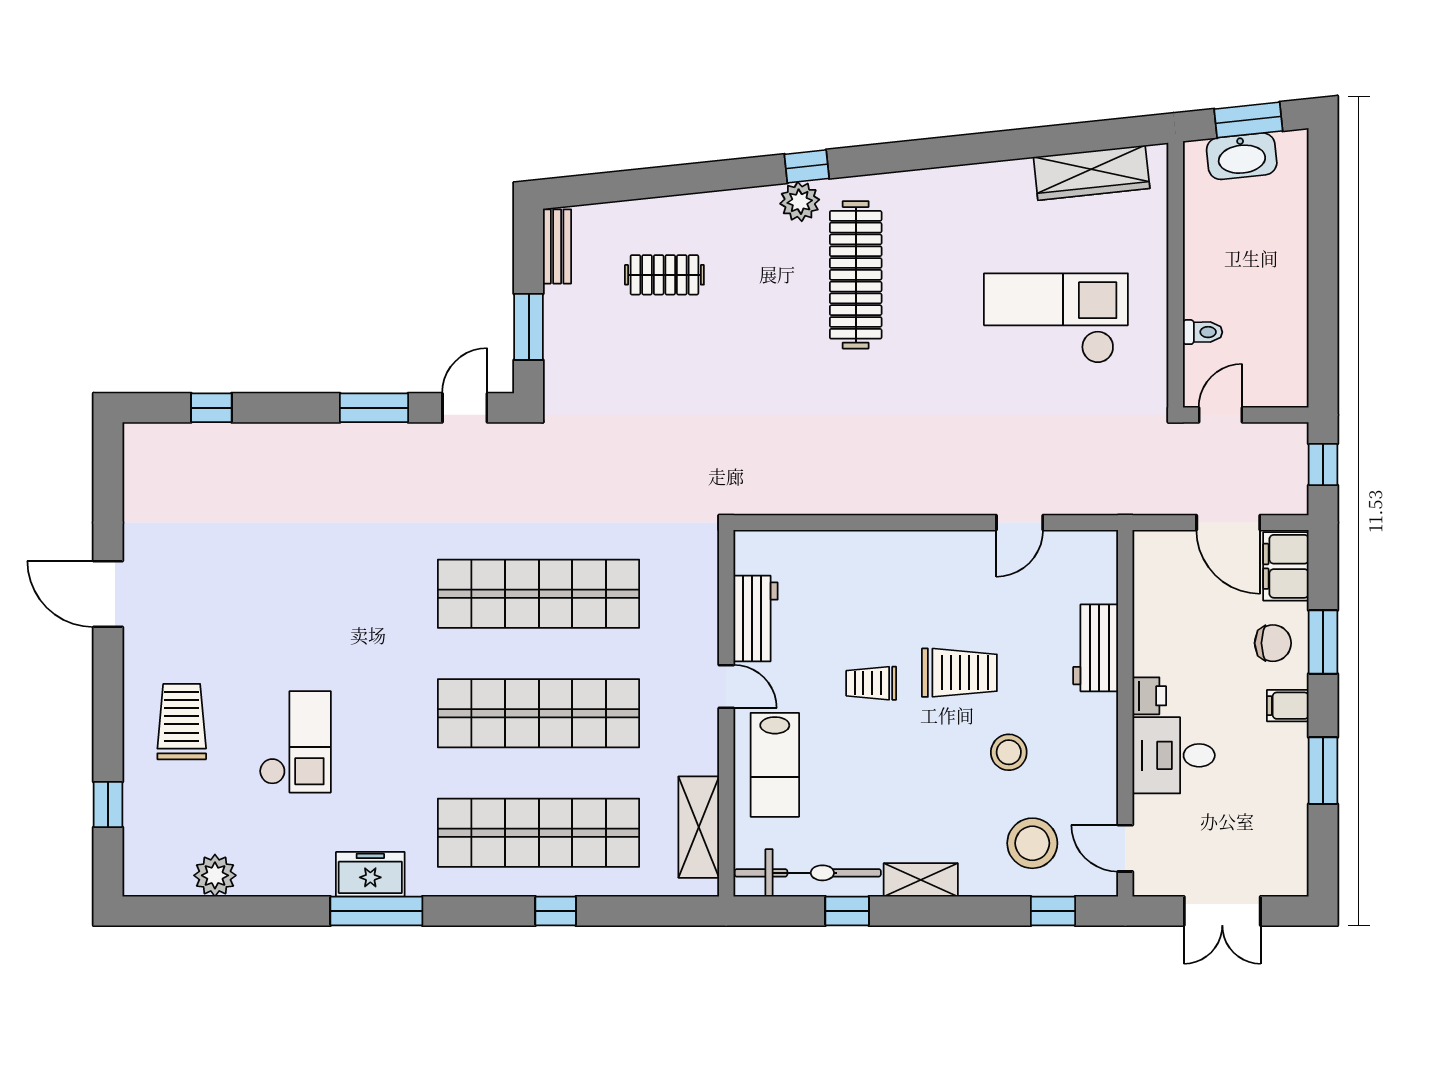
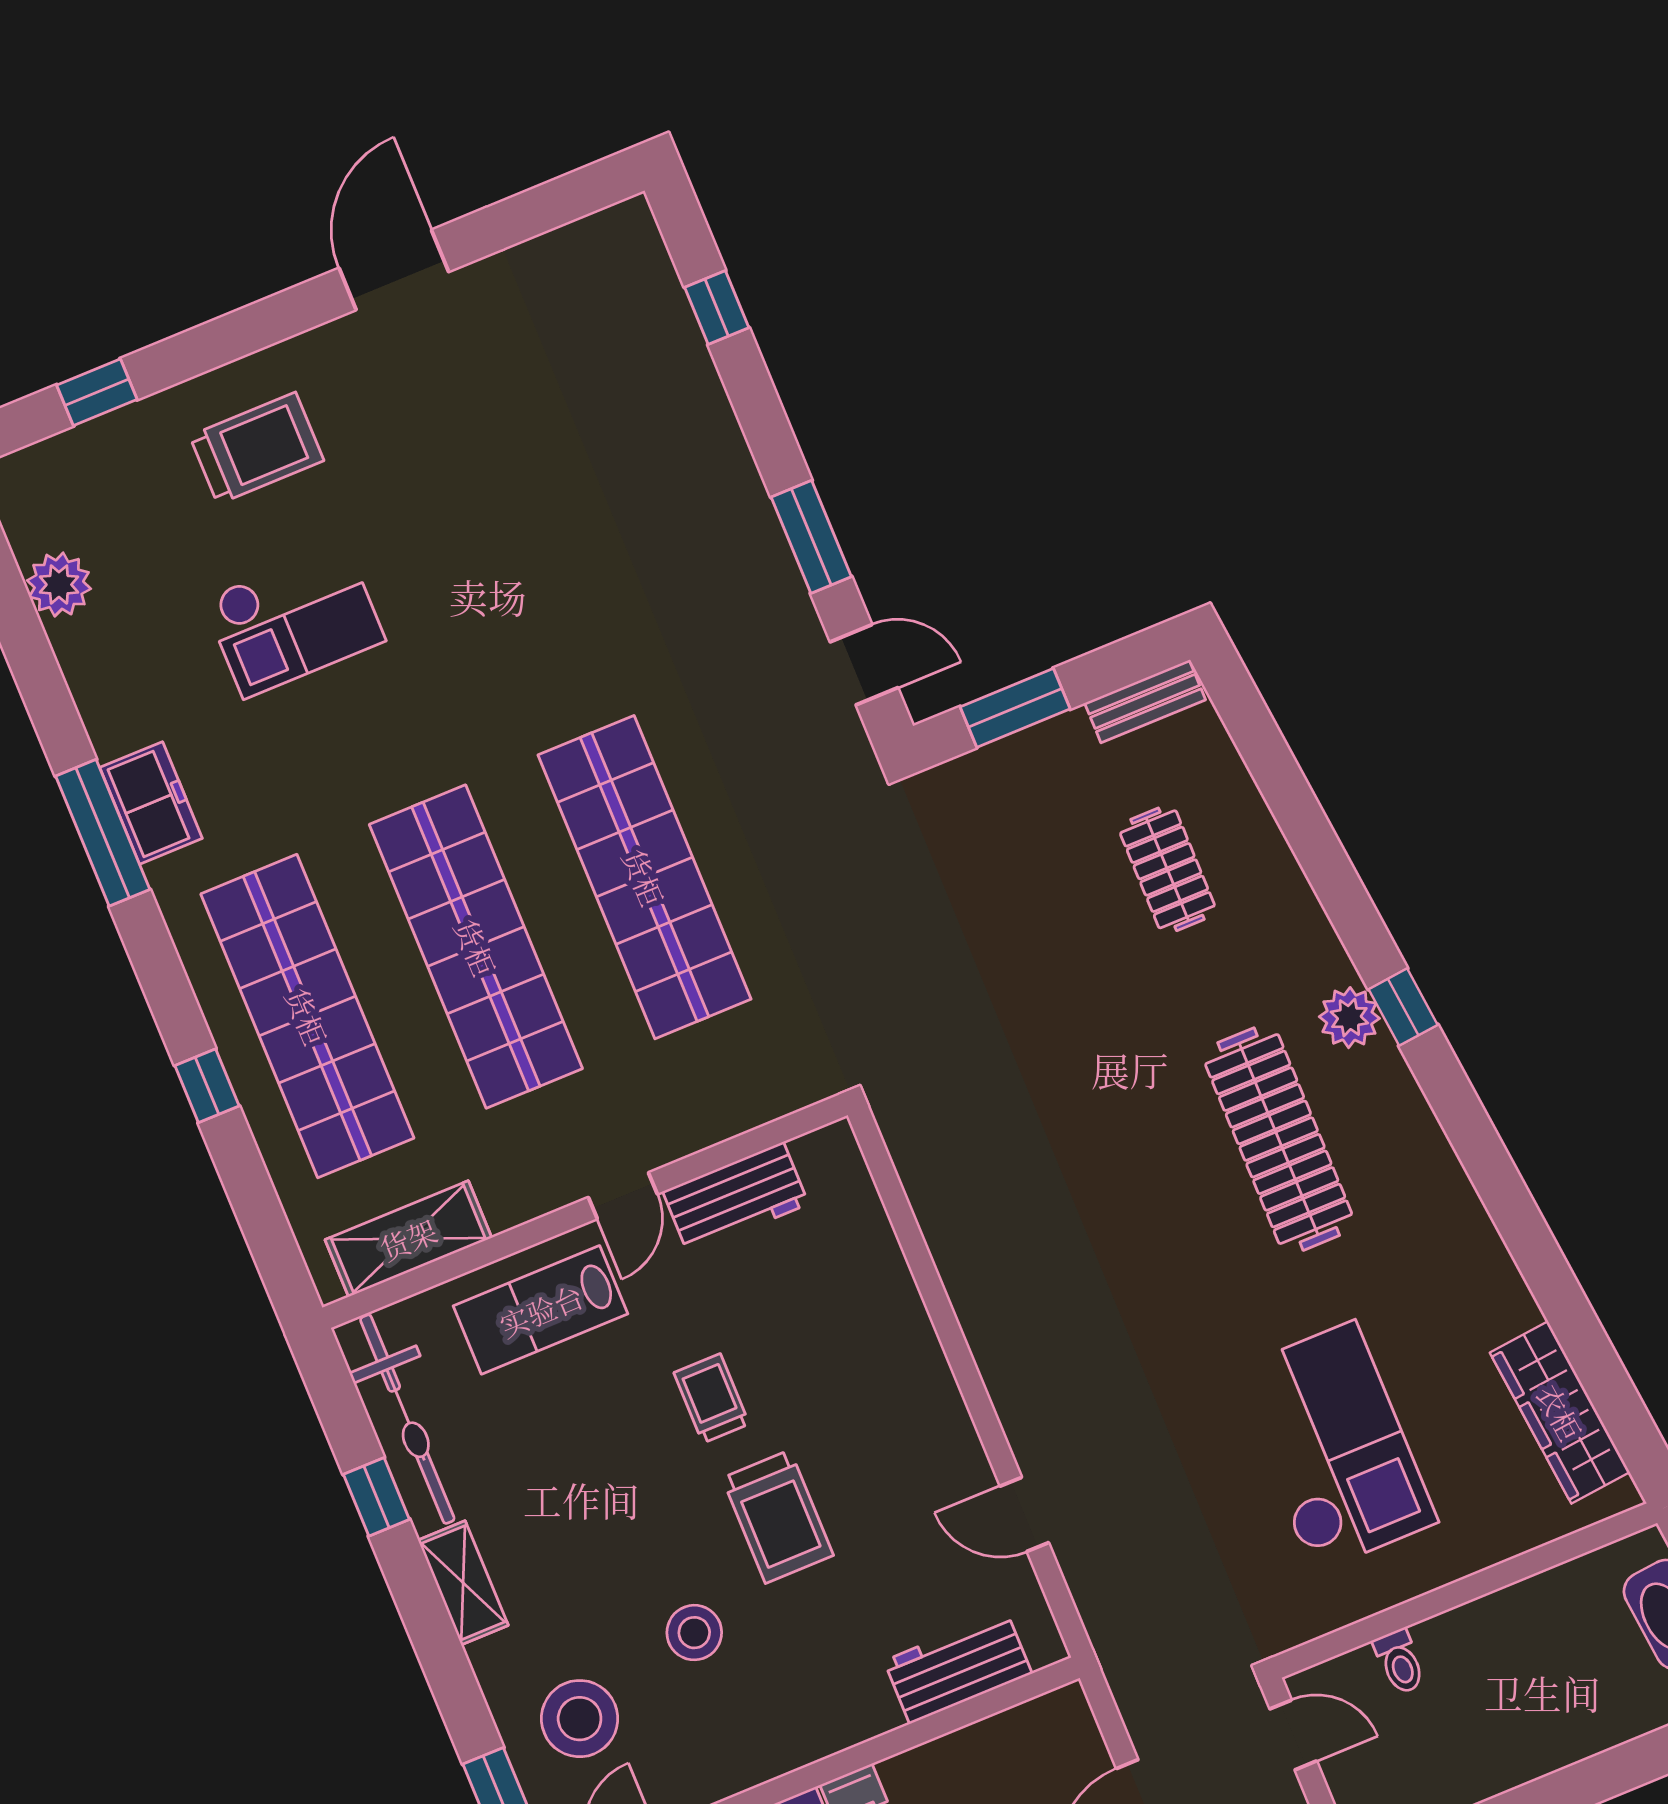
clothes rail: (856, 275) -> (1279, 1139), turned 90
workbench: (1096, 648) -> (958, 1667), moved

